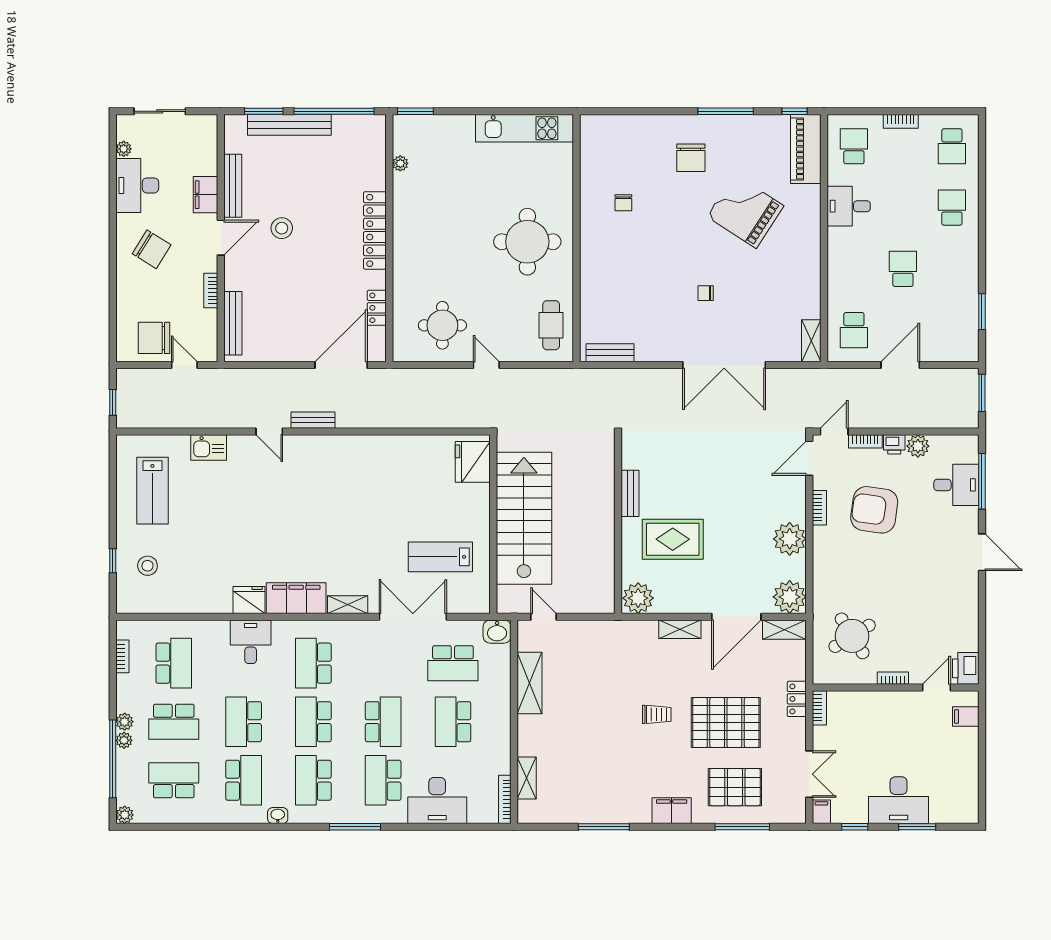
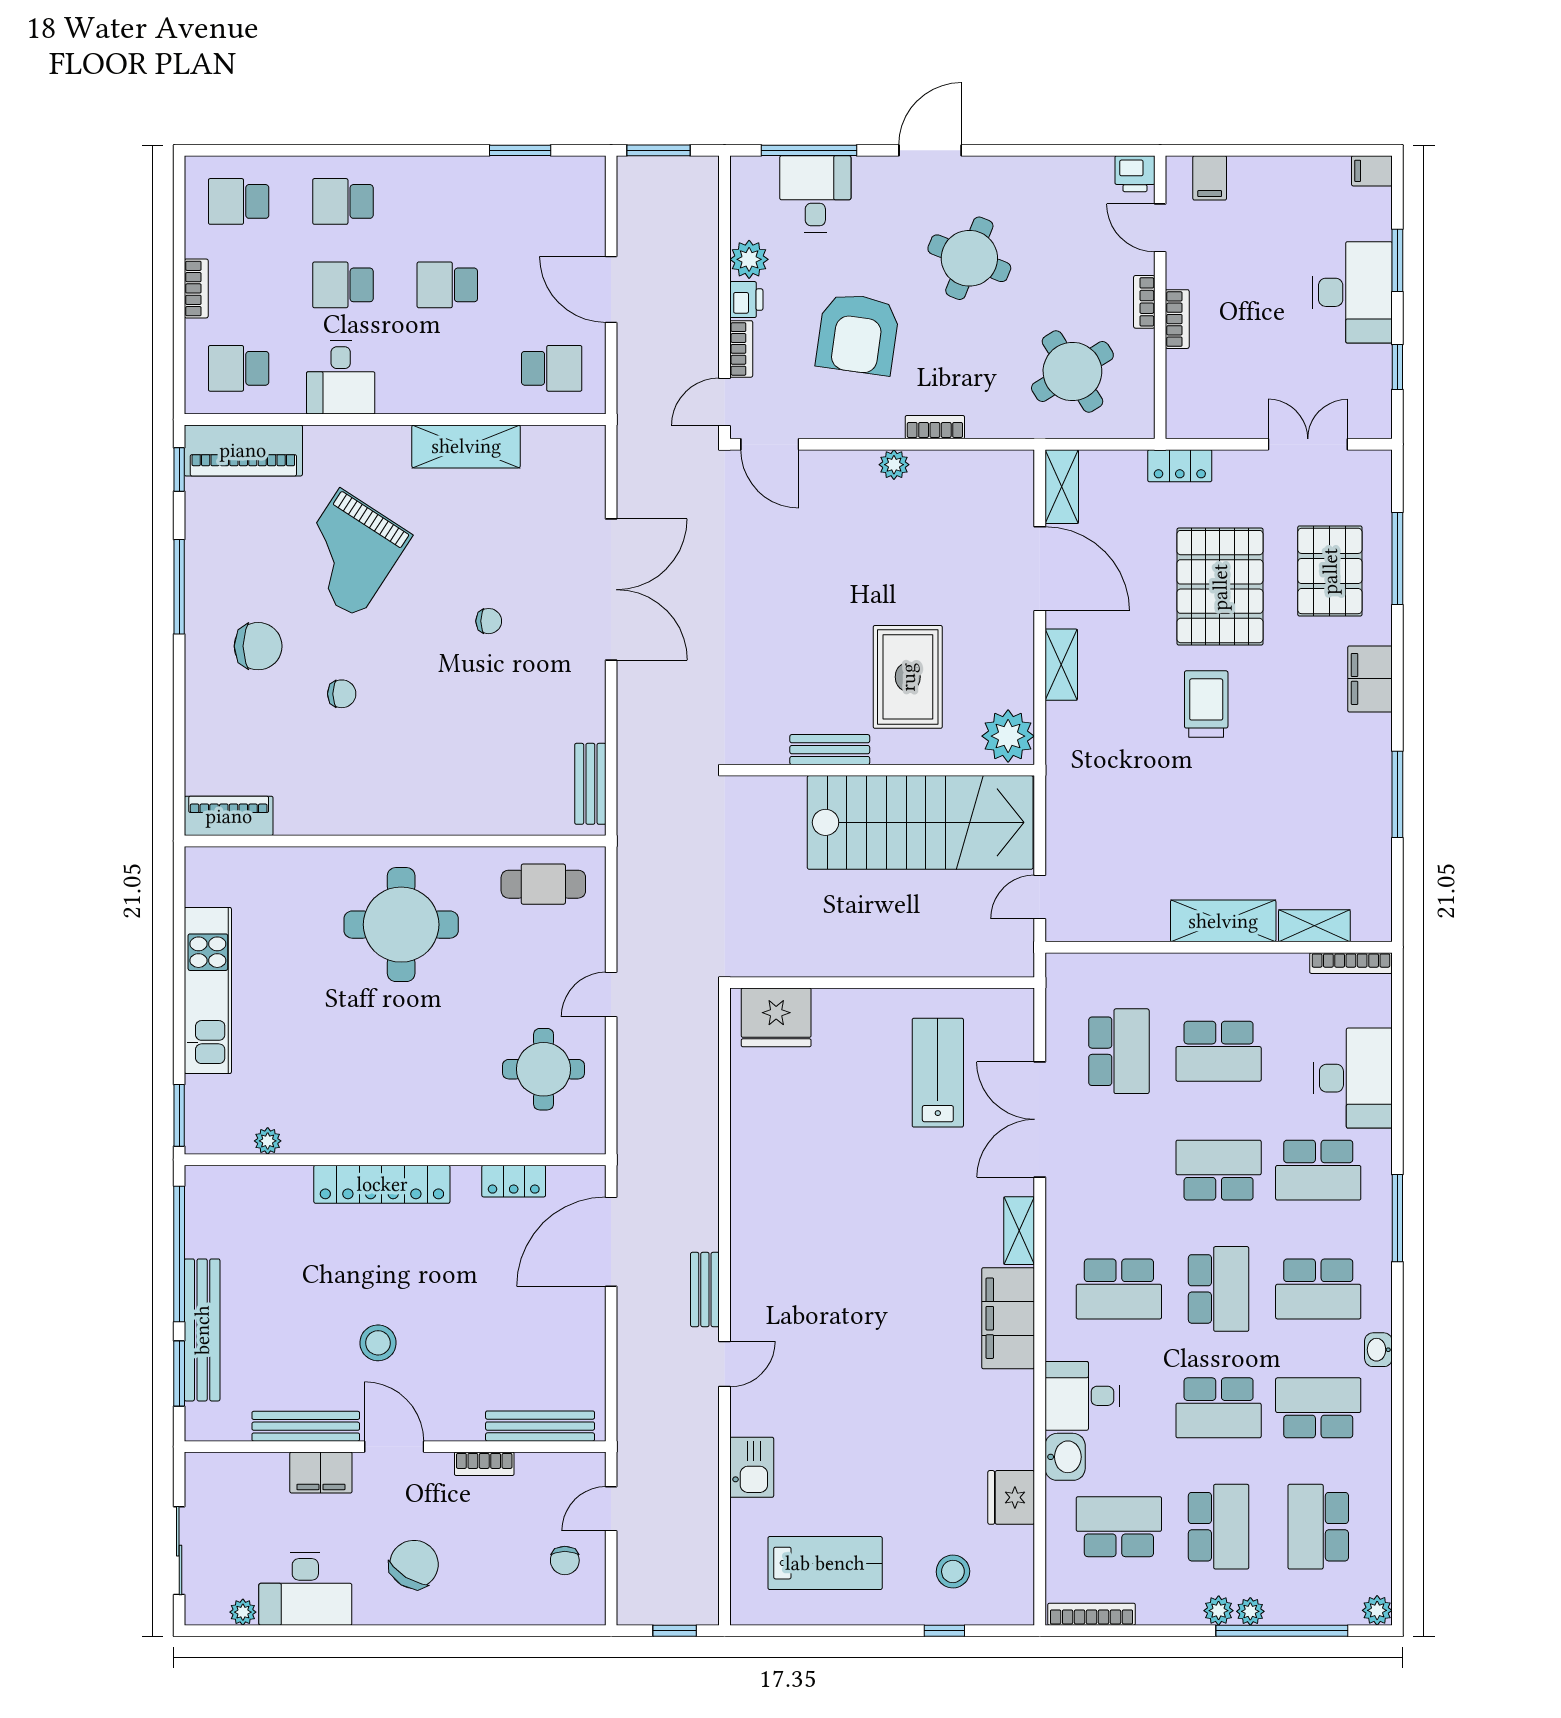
kitchen unit: (524, 128) -> (208, 990), moved
piano: (591, 140) -> (229, 816), added
school desk: (952, 146) -> (239, 201), turned 180
chair: (623, 203) -> (342, 694), moved
school desk: (903, 208) -> (343, 285), added
chair: (706, 293) -> (489, 621), turned -90
chair: (154, 338) -> (565, 1560), width x0.54, depth x0.54
shelving: (811, 341) -> (466, 446), moved, width x1.50, depth x1.33
door: (341, 365) -> (611, 1242), hinge flipped
door: (834, 432) -> (725, 402), hinge flipped
bookcase: (819, 508) -> (935, 427), moved
stairs: (524, 518) -> (920, 822), moved, turned 180
plant: (790, 539) -> (894, 465), width x0.53, depth x0.53
lab bench: (440, 557) -> (938, 1073), turned 180
round table: (919, 575) -> (969, 258), added
plant: (790, 597) -> (1006, 478), removed
fridge: (249, 600) -> (1011, 1497), moved
washbasin: (497, 632) -> (1065, 1457), moved
bookcase: (122, 656) -> (1092, 1614), width x1.56
printer: (966, 668) -> (1135, 174), width x0.73, depth x0.81
shelving: (530, 683) -> (1223, 921), moved
bookcase: (819, 708) -> (1177, 319), moved, turned 90
trolley: (657, 714) -> (1206, 704), width x1.36, depth x1.39
school desk: (313, 722) -> (1219, 1289), turned -90
filing cabinet: (821, 812) -> (1372, 171), moved

